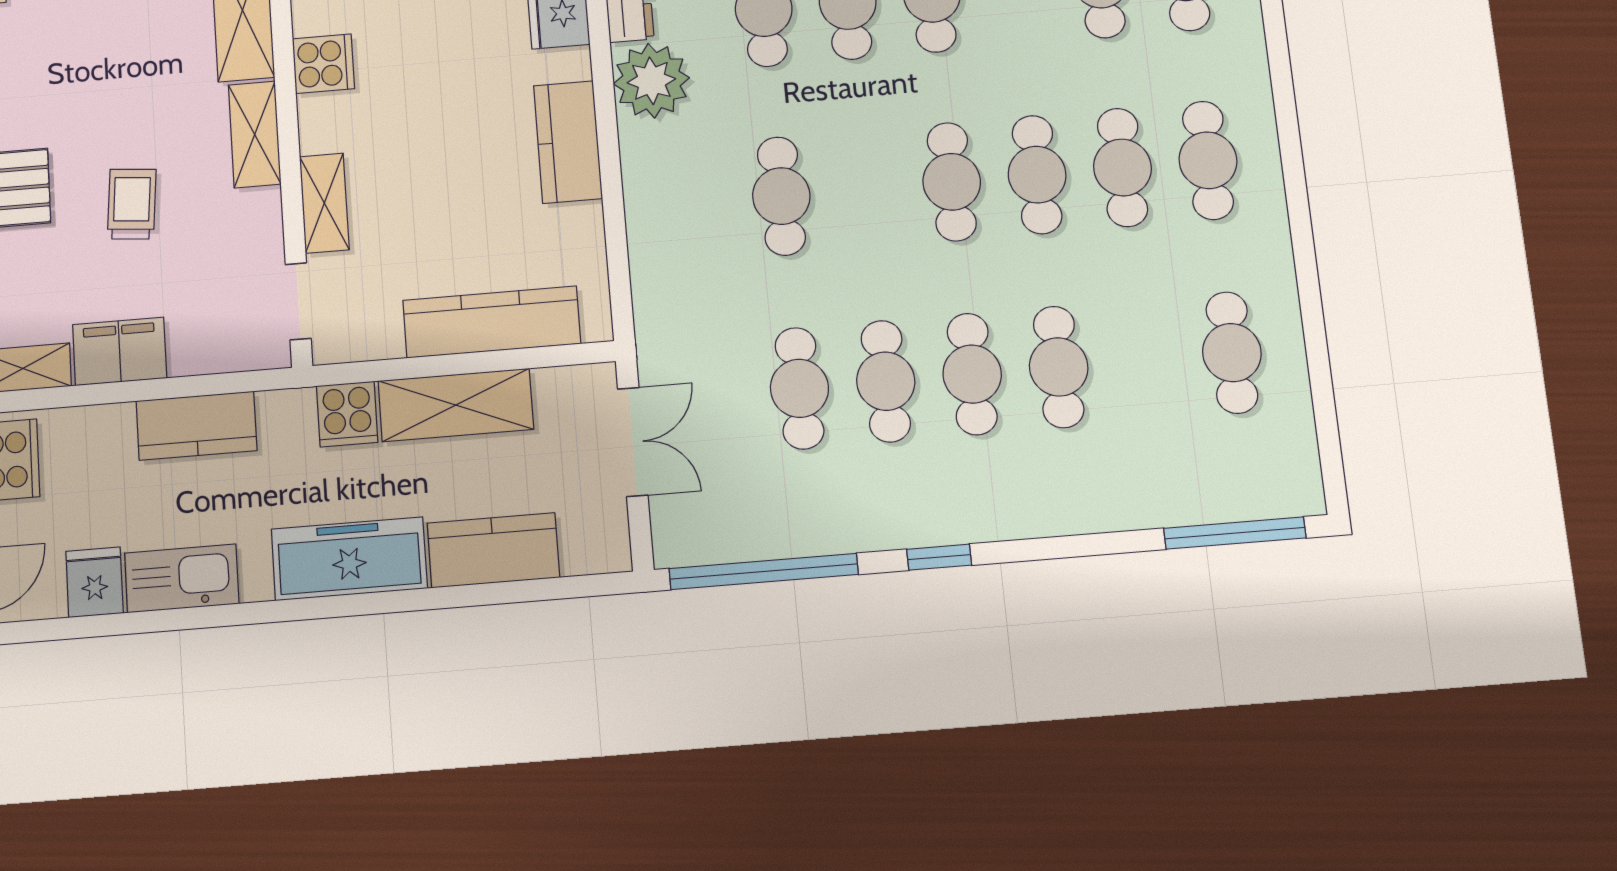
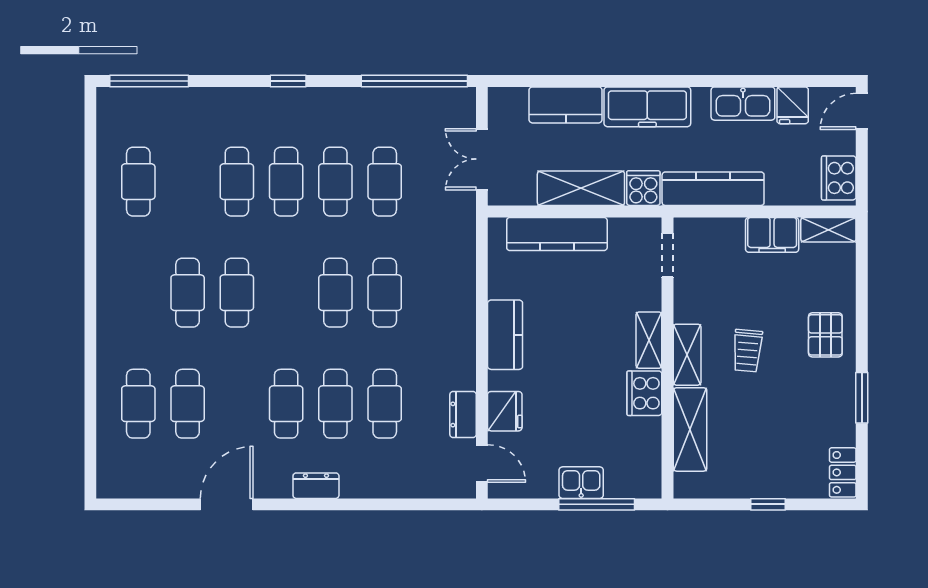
cooker: (323, 64) -> (644, 393), width x1.36
plant: (651, 81) -> (454, 367), removed
cafe table: (1208, 160) -> (138, 293), removed
cafe table: (952, 182) -> (335, 293), moved
shelving: (324, 203) -> (649, 340), moved
trolley: (132, 204) -> (747, 351), moved
kitchen counter: (196, 426) -> (713, 189), width x1.50
window: (939, 557) -> (288, 81), moved

